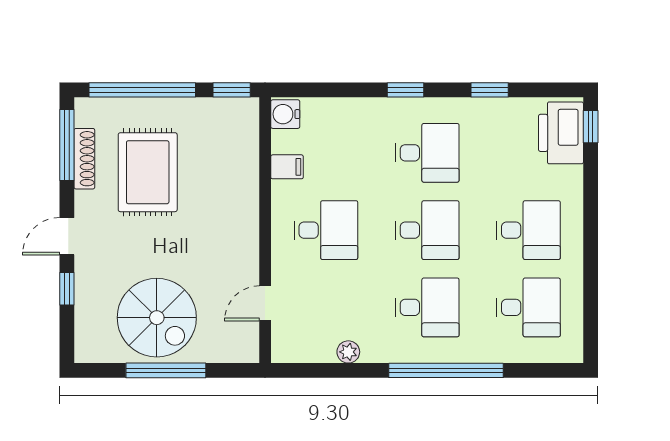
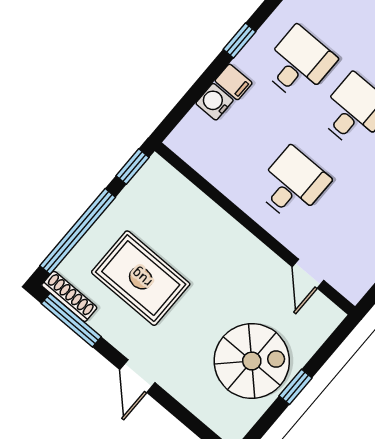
water cooler: (285, 114) -> (215, 102), moved, turned 90
shoe rack: (84, 159) -> (69, 296), moved
filing cabinet: (287, 167) -> (234, 82), moved, turned 90
window: (67, 289) -> (175, 408), removed
window: (166, 370) -> (296, 387), width x0.46

